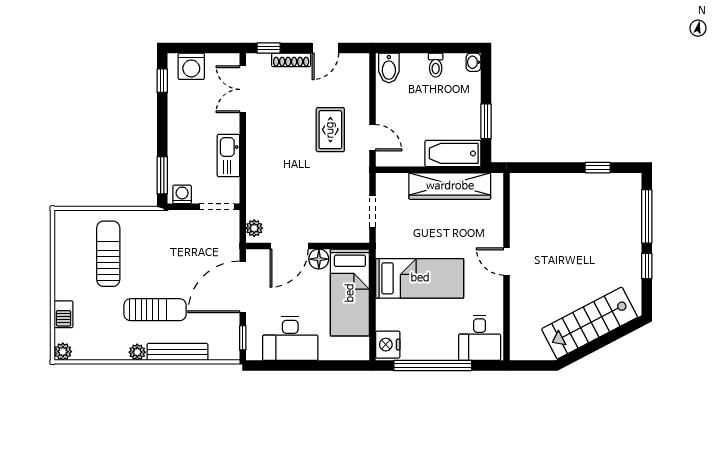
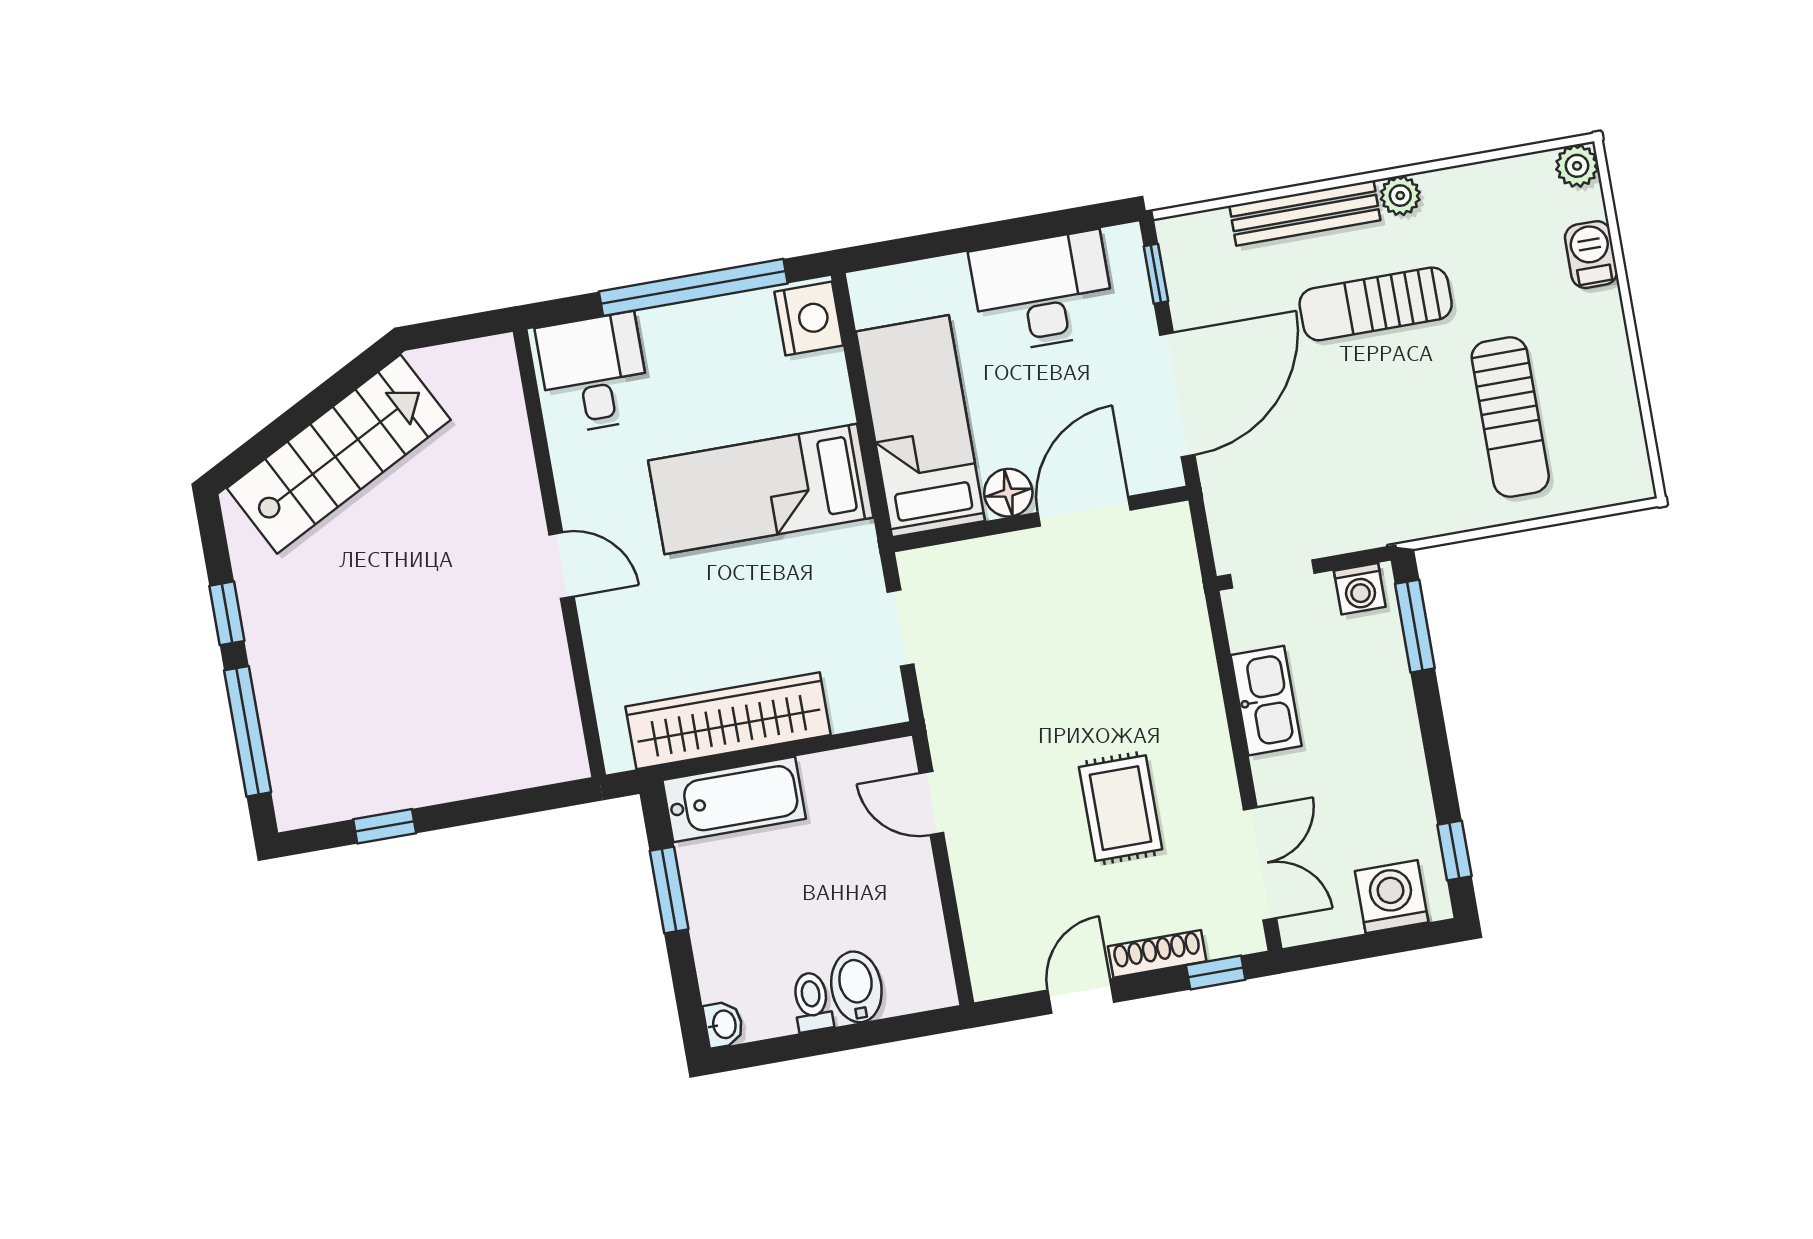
bidet: (389, 68) -> (856, 987), moved
rug: (330, 130) -> (1121, 808), moved
plant: (254, 228) -> (1174, 539), removed

